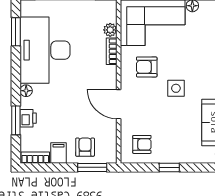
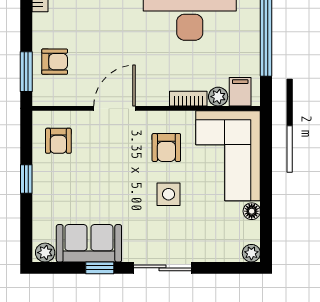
armchair: (147, 67) -> (166, 147), turned 180
side table: (176, 88) -> (169, 194), moved
filing cabinet: (58, 153) -> (240, 92), moved, turned -90

